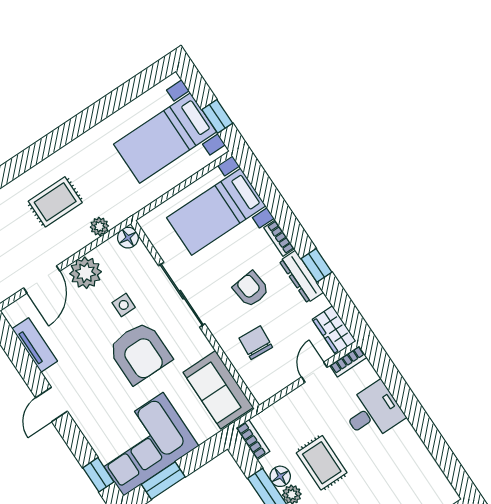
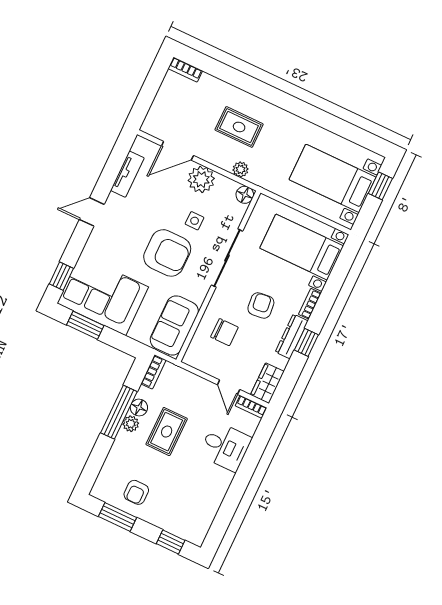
window: (217, 116) -> (380, 186), moved
chair: (256, 343) -> (224, 332), turned 86
armchair: (140, 353) -> (167, 253), turned -90
door: (314, 372) -> (229, 387), swing flipped

